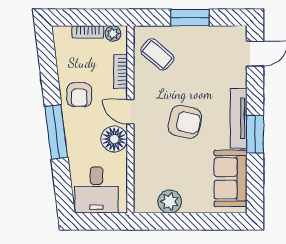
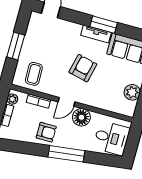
coffee table: (157, 54) -> (34, 74), turned -42
tv unit: (239, 118) -> (96, 34), width x0.71

